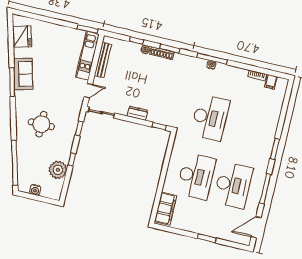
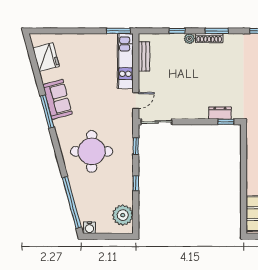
bench: (103, 60) -> (144, 56), width x0.73
dresser: (137, 113) -> (220, 113), moved
round table: (41, 124) -> (92, 151), width x1.36, depth x1.36
plant: (58, 170) -> (123, 215), moved
water cooler: (35, 190) -> (89, 228), moved

